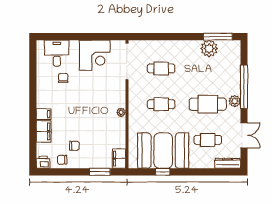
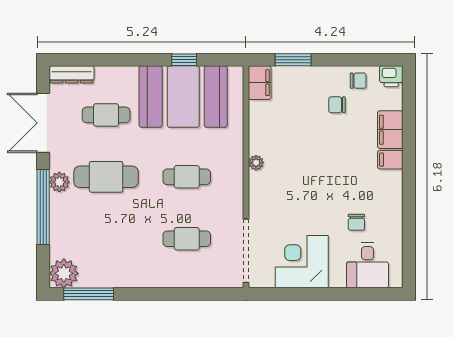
plant: (209, 48) -> (64, 273), moved
double door: (244, 135) -> (43, 123), width x1.37

